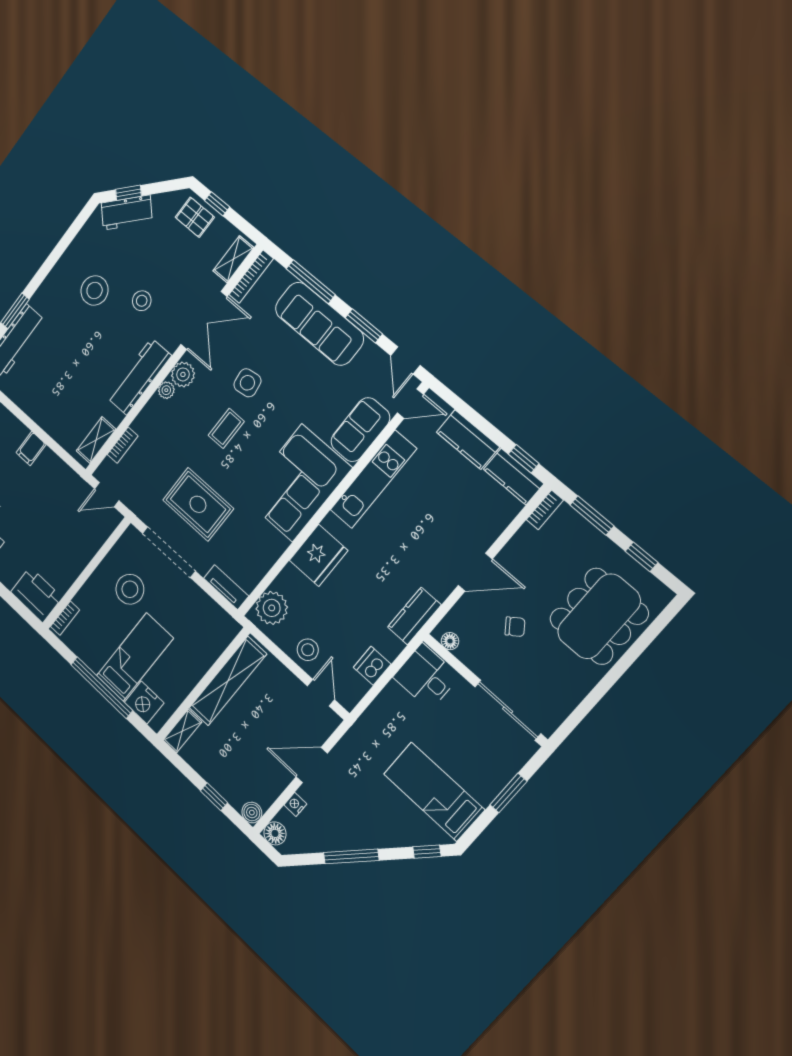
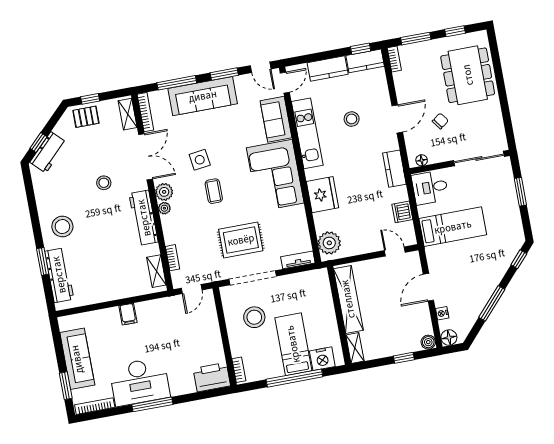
stool: (95, 290) -> (62, 226), moved
stool: (308, 650) -> (352, 119), moved
bed: (434, 792) -> (453, 227), moved, turned 180

